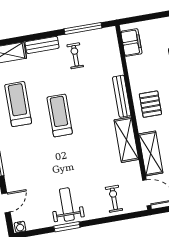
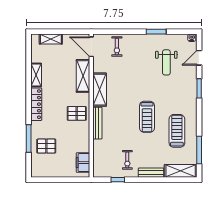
window: (83, 28) -> (118, 180), width x0.46
treadmill: (18, 104) -> (177, 131), turned 180
pallet: (150, 104) -> (77, 113), turned 90
weight bench: (67, 204) -> (166, 62), moved

